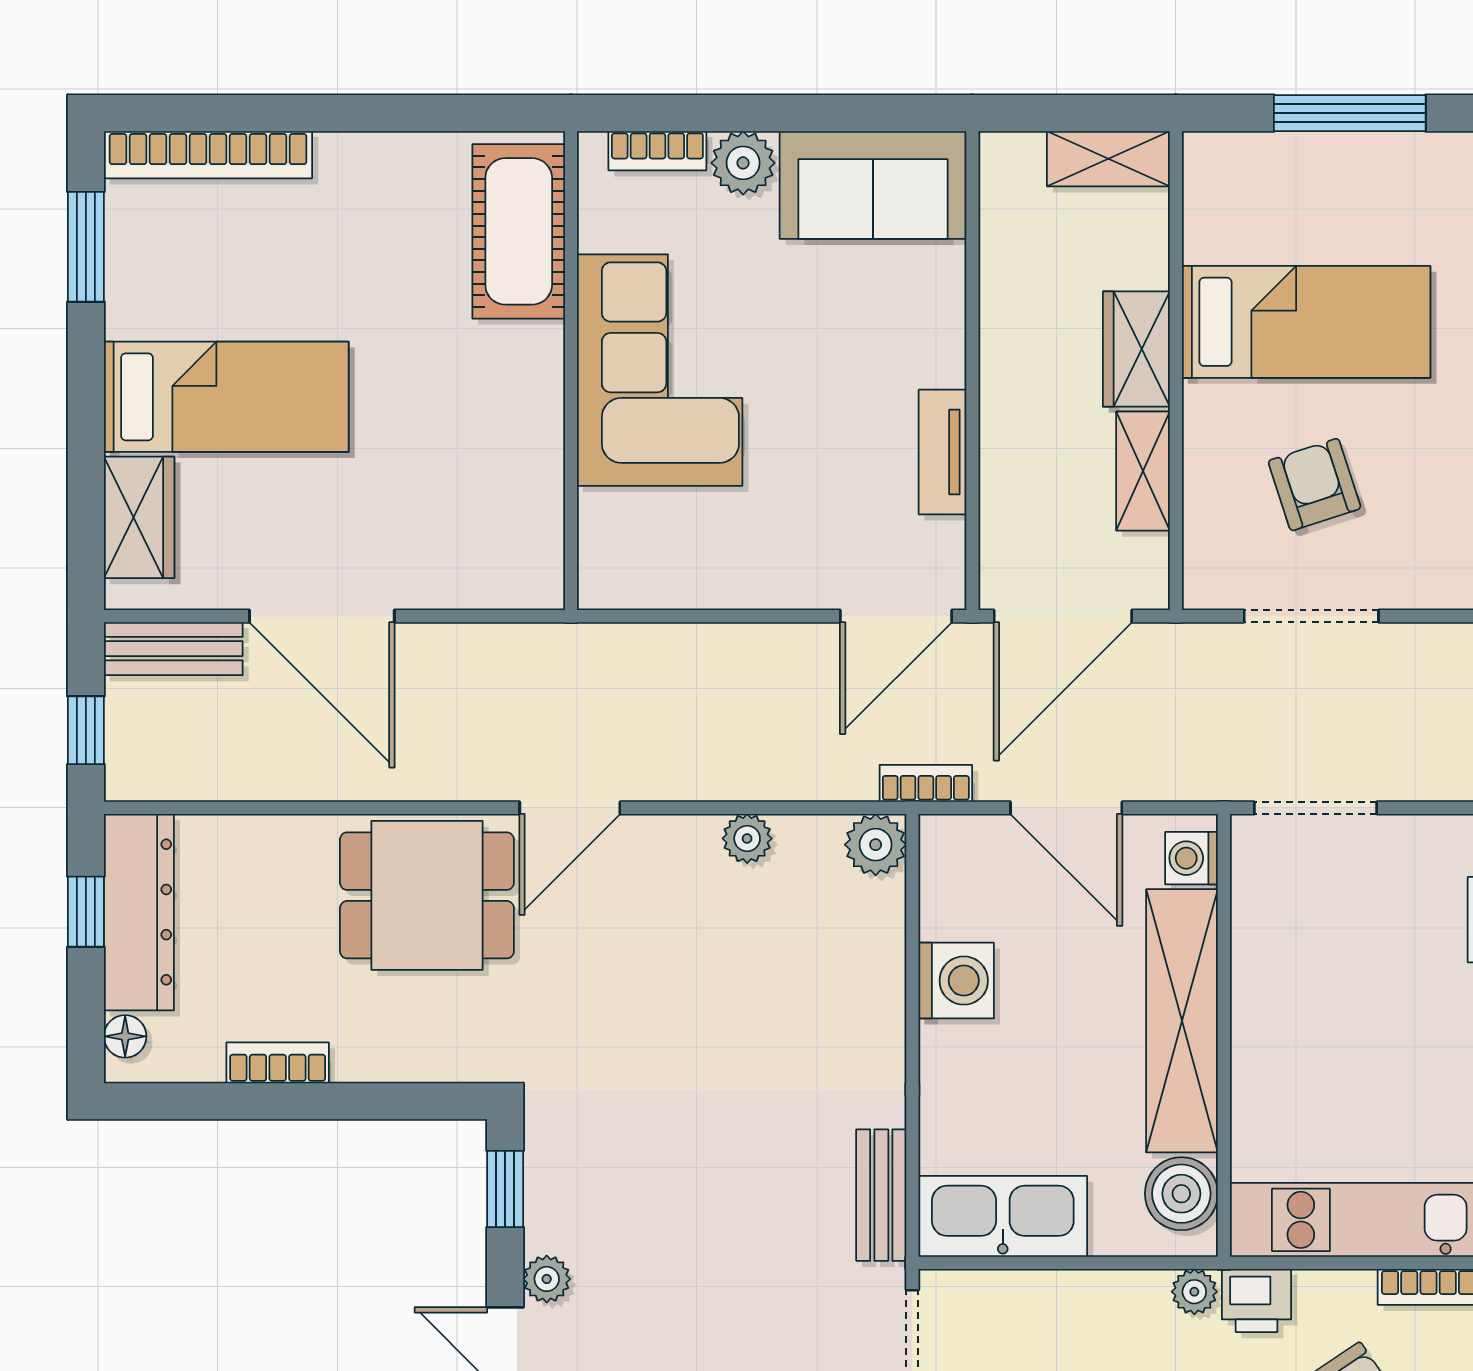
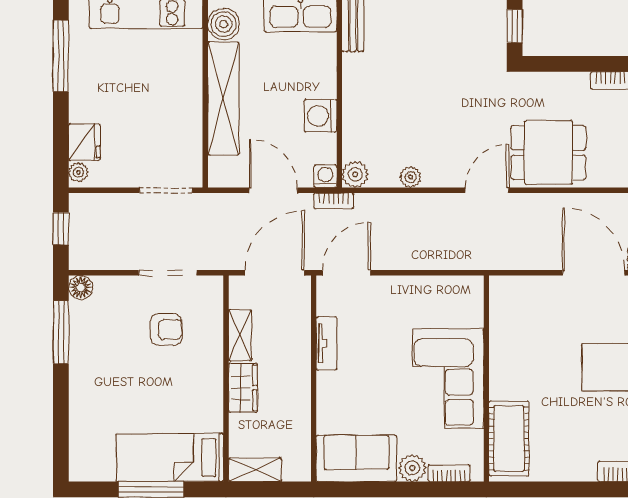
bed: (1306, 322) -> (170, 458), moved
armchair: (1315, 485) -> (166, 329), turned -72
washing machine: (1191, 858) -> (325, 176), moved, turned -90

